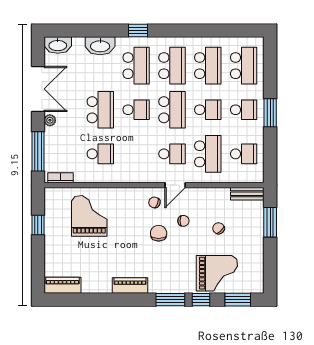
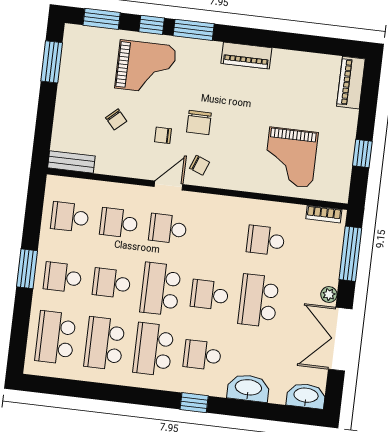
school desk: (136, 66) -> (202, 355), width x0.54
school desk: (208, 154) -> (119, 223), width x0.54
window: (270, 222) -> (52, 62), moved
grand piano: (217, 273) -> (146, 67), moved, turned 180
piano: (62, 285) -> (351, 83), moved, turned 90

